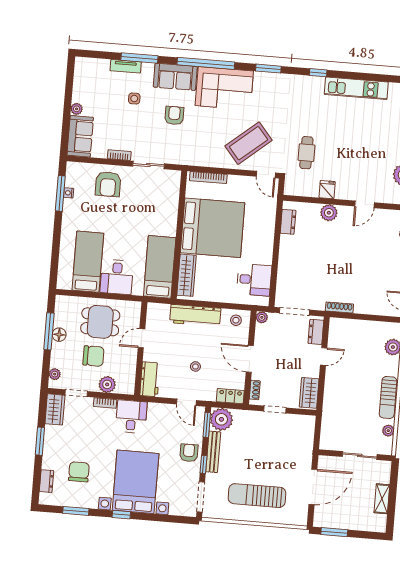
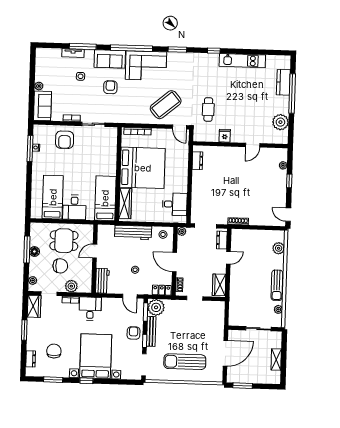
plant: (329, 213) -> (227, 153), removed

